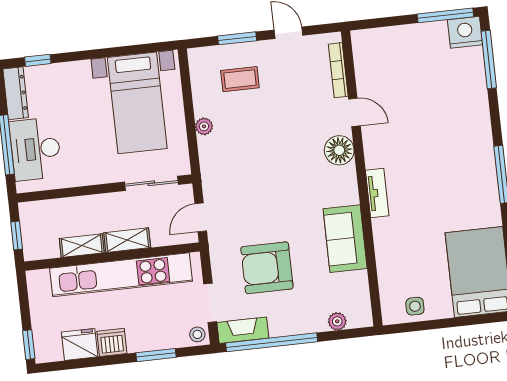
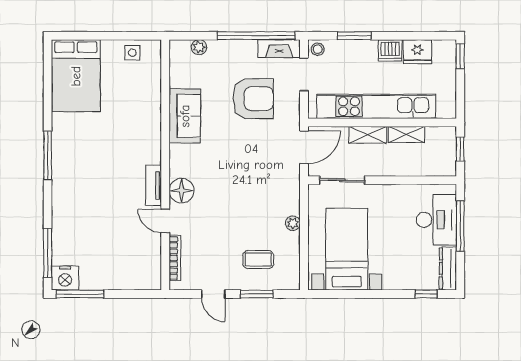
tv unit: (377, 193) -> (154, 185), moved
door: (201, 217) -> (304, 147), width x1.37

